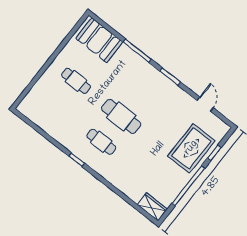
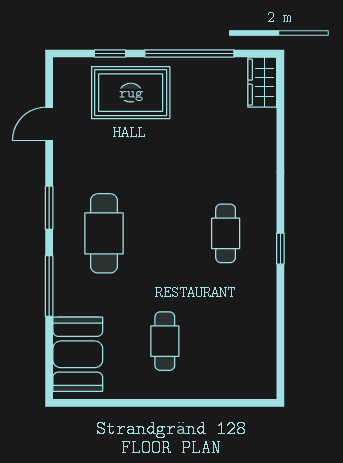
cafe table: (121, 116) -> (104, 233), moved

